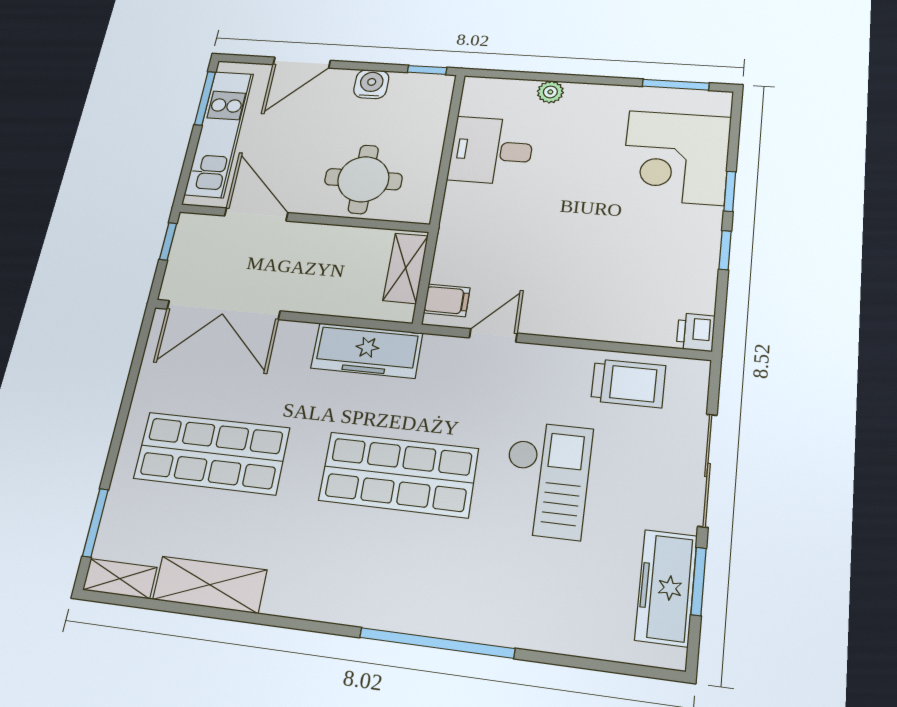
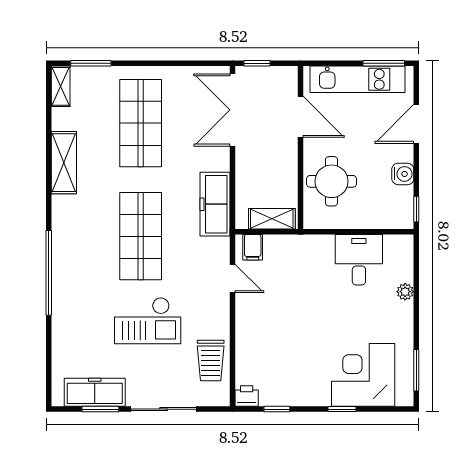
door: (302, 63) -> (416, 124), hinge flipped
door: (256, 214) -> (300, 117), hinge flipped
window: (168, 241) -> (257, 63), moved
window: (725, 250) -> (277, 409), moved
shelving: (210, 585) -> (64, 163), moved

